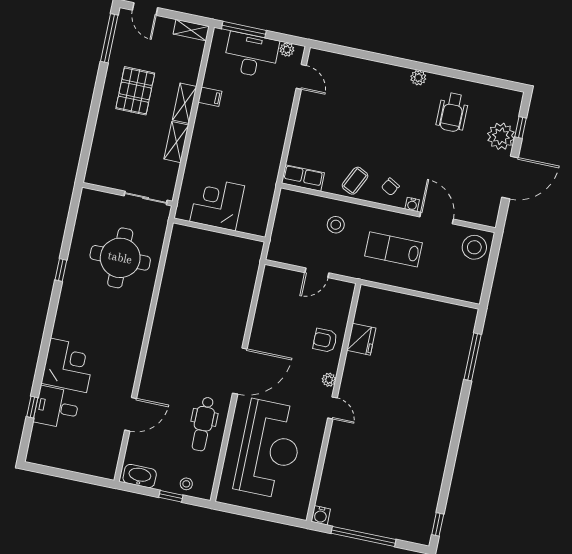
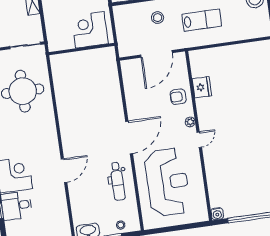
corner desk: (217, 204) -> (90, 30), moved
lab bench: (394, 249) -> (202, 20), turned 180
door: (317, 273) -> (157, 54), width x1.87
door: (332, 408) -> (199, 140), hinge flipped
door: (131, 414) -> (64, 171), moved

